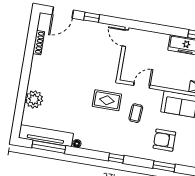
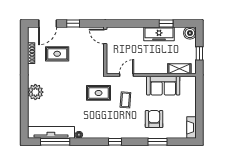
rug: (68, 48) -> (57, 54), added
plant: (34, 99) -> (35, 92), moved
armchair: (164, 140) -> (154, 119), turned 90

